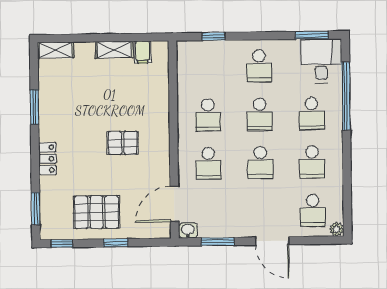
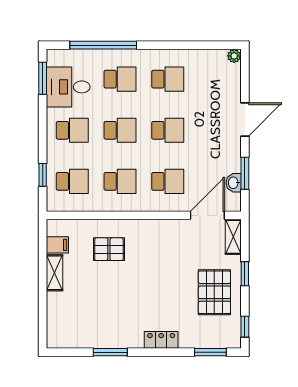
shelving: (55, 50) -> (233, 237), moved
desk: (321, 61) -> (68, 87), moved
pallet: (123, 143) -> (109, 249), moved, turned 90
door: (174, 204) -> (207, 215), swing flipped
school desk: (313, 210) -> (72, 181), moved
washbasin: (188, 230) -> (234, 183), moved

